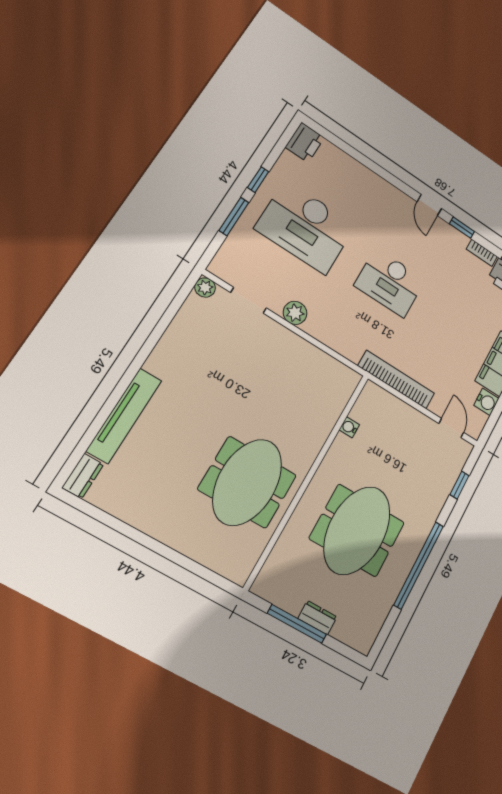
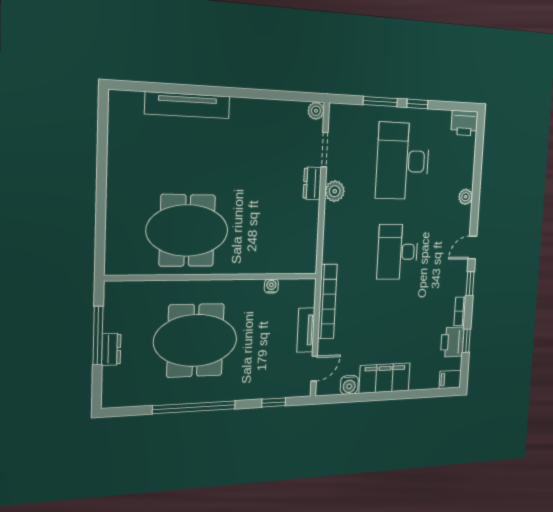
plant: (377, 183) -> (466, 197), added
tv unit: (411, 416) -> (306, 330), added
dresser: (83, 476) -> (312, 183), moved, turned 90

